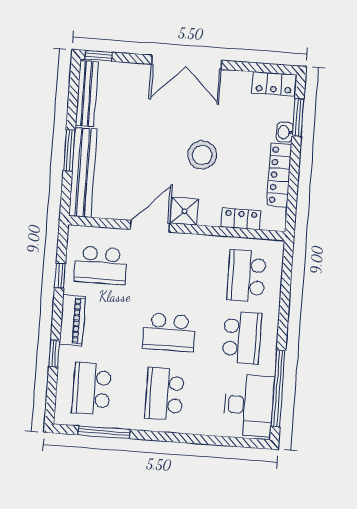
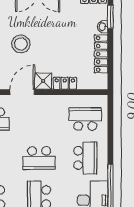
stool: (202, 155) -> (21, 44), moved
locker: (241, 219) -> (65, 83), moved
school desk: (247, 276) -> (85, 119), turned 90

